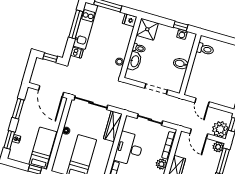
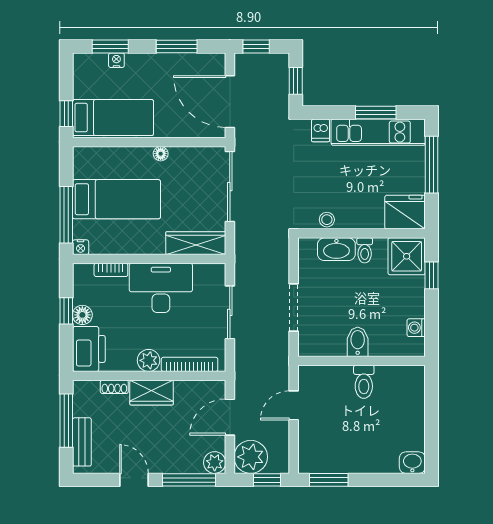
fridge: (130, 20) -> (405, 212), width x1.88, depth x1.34
window: (76, 24) -> (376, 112), width x0.69
window: (181, 26) -> (432, 275), moved
toilet: (205, 49) -> (364, 382), moved
window: (29, 72) -> (256, 47), added
door: (51, 91) -> (230, 102), hinge flipped

